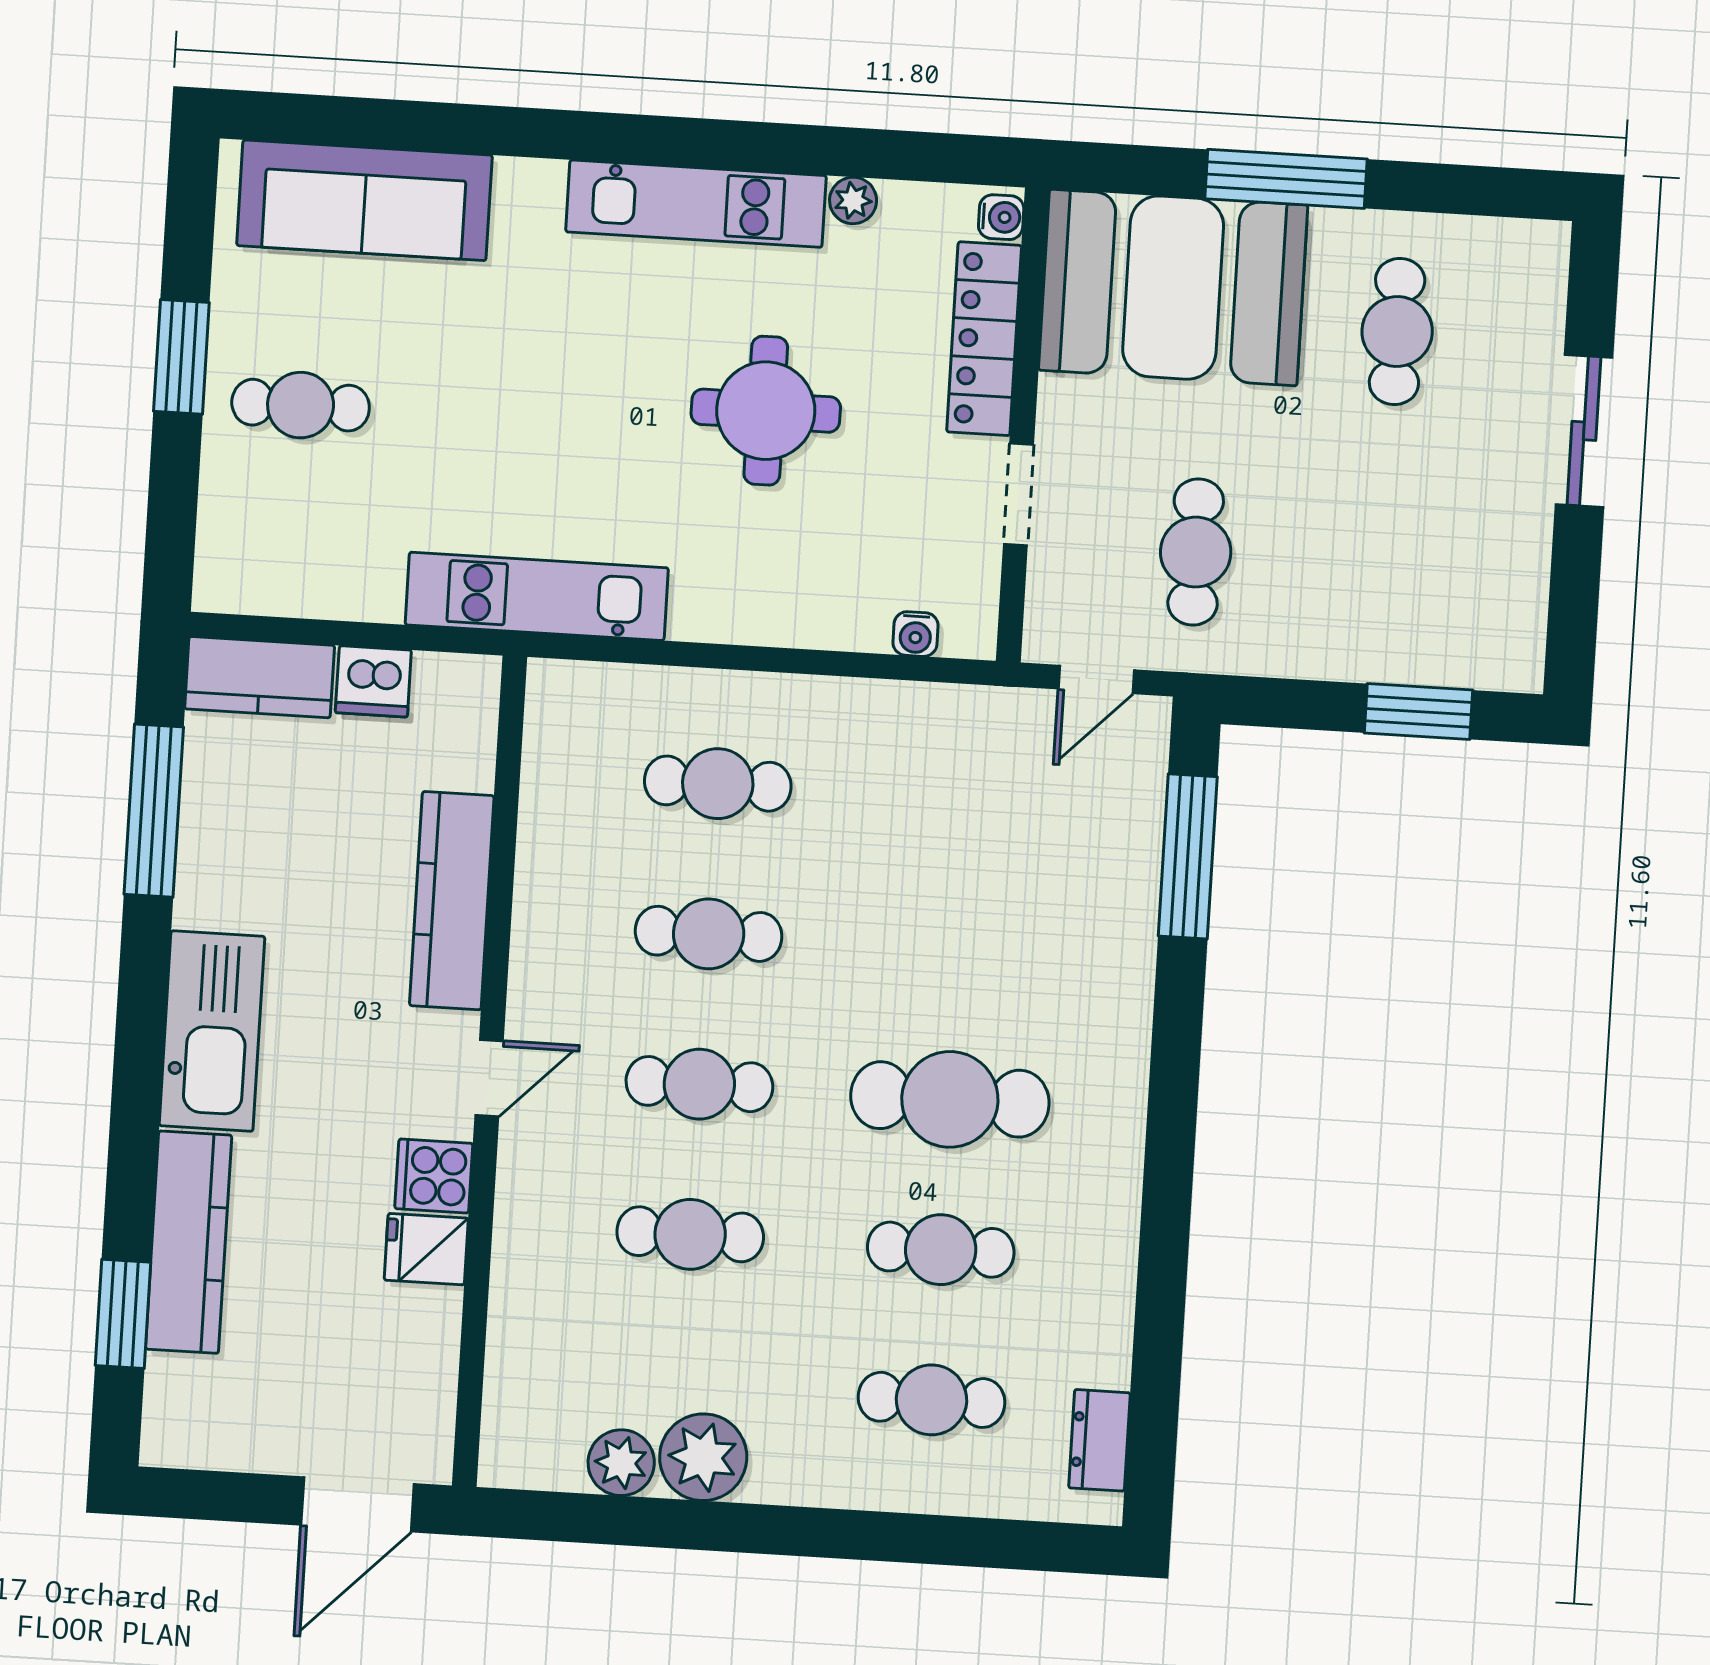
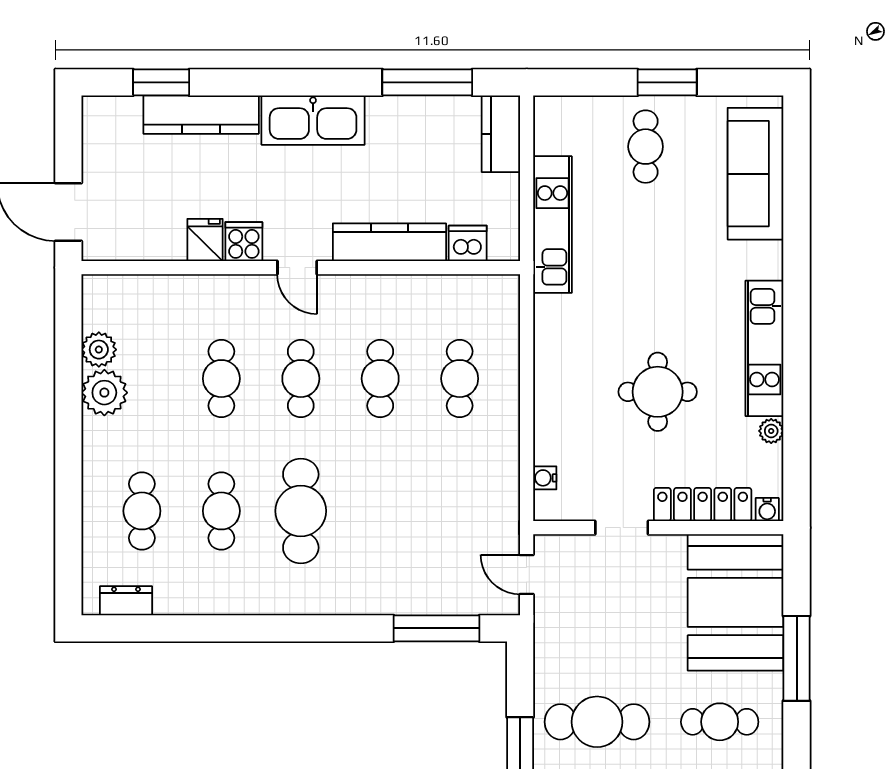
cafe table: (1196, 552) -> (597, 722), moved, width x1.37, depth x1.35
kitchen unit: (537, 596) -> (552, 225), moved
dishwasher: (373, 681) -> (468, 243), moved, turned 90

